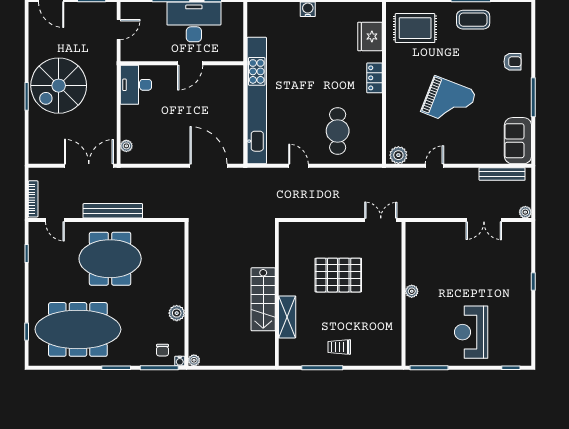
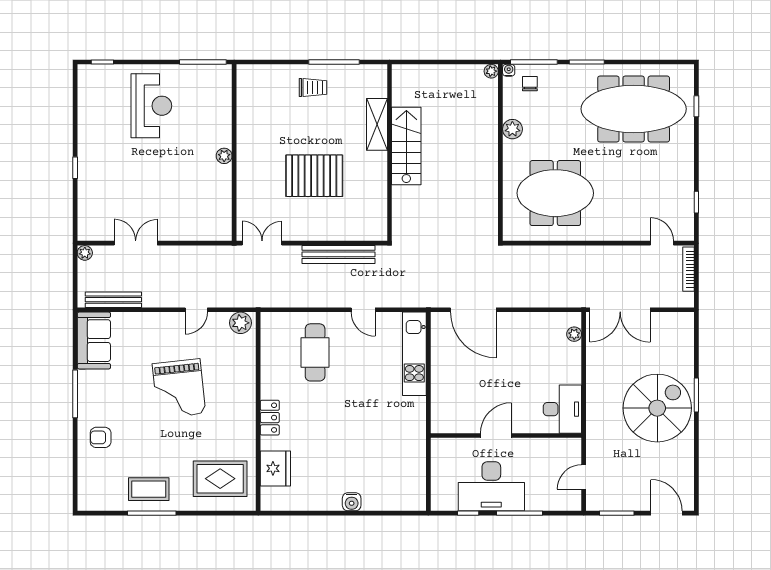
kitchen unit: (257, 101) -> (414, 354), width x0.54
grand piano: (449, 102) -> (179, 389), turned -117
bench: (113, 211) -> (338, 254), moved
double door: (381, 220) -> (262, 243), swing flipped
meeting table: (110, 259) -> (555, 193), moved

